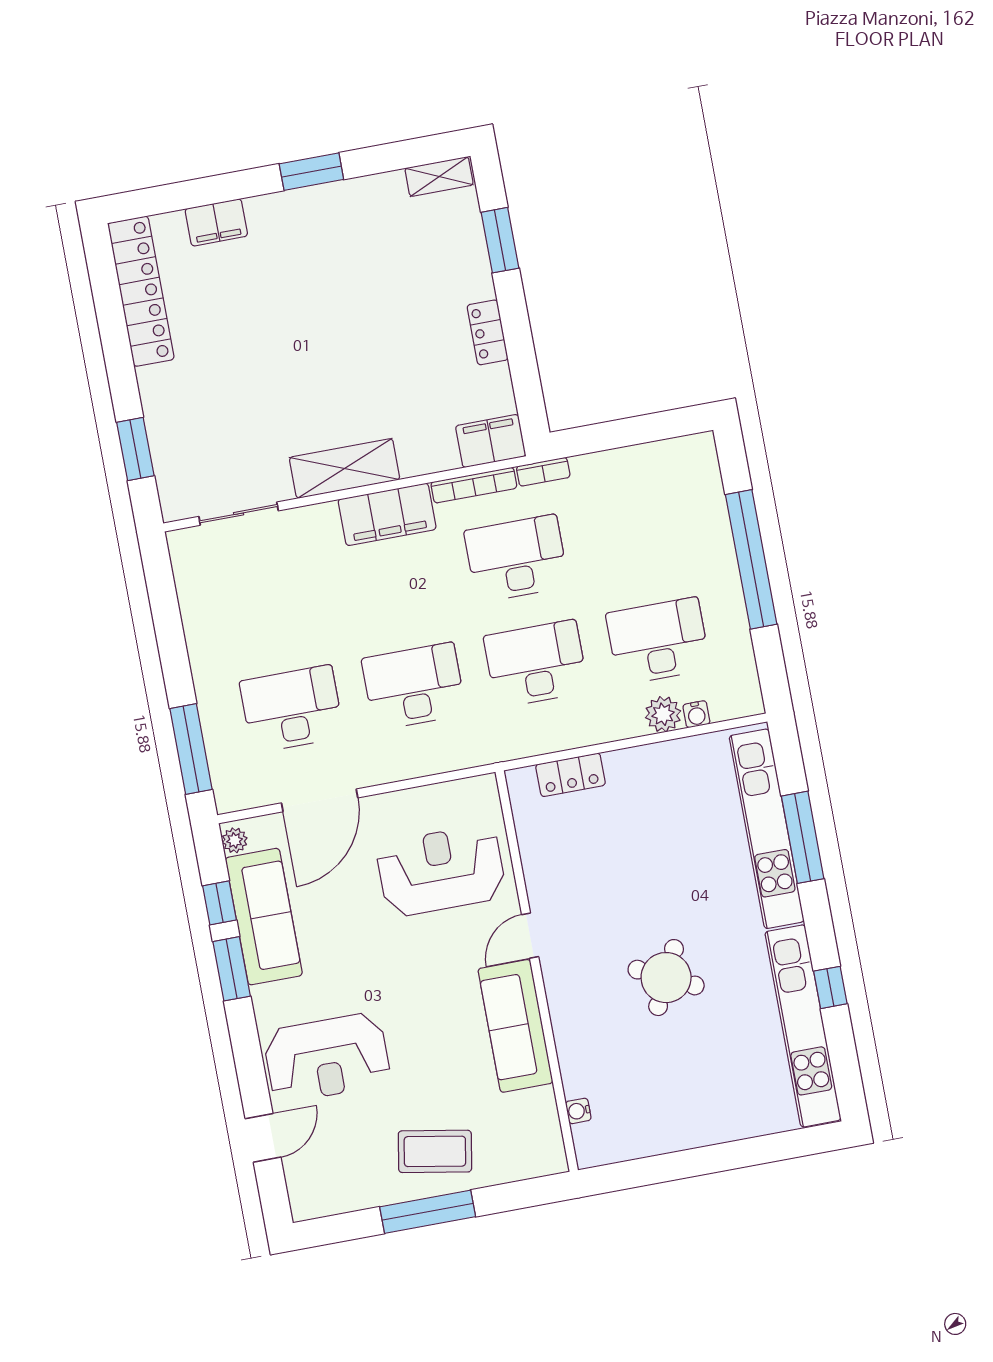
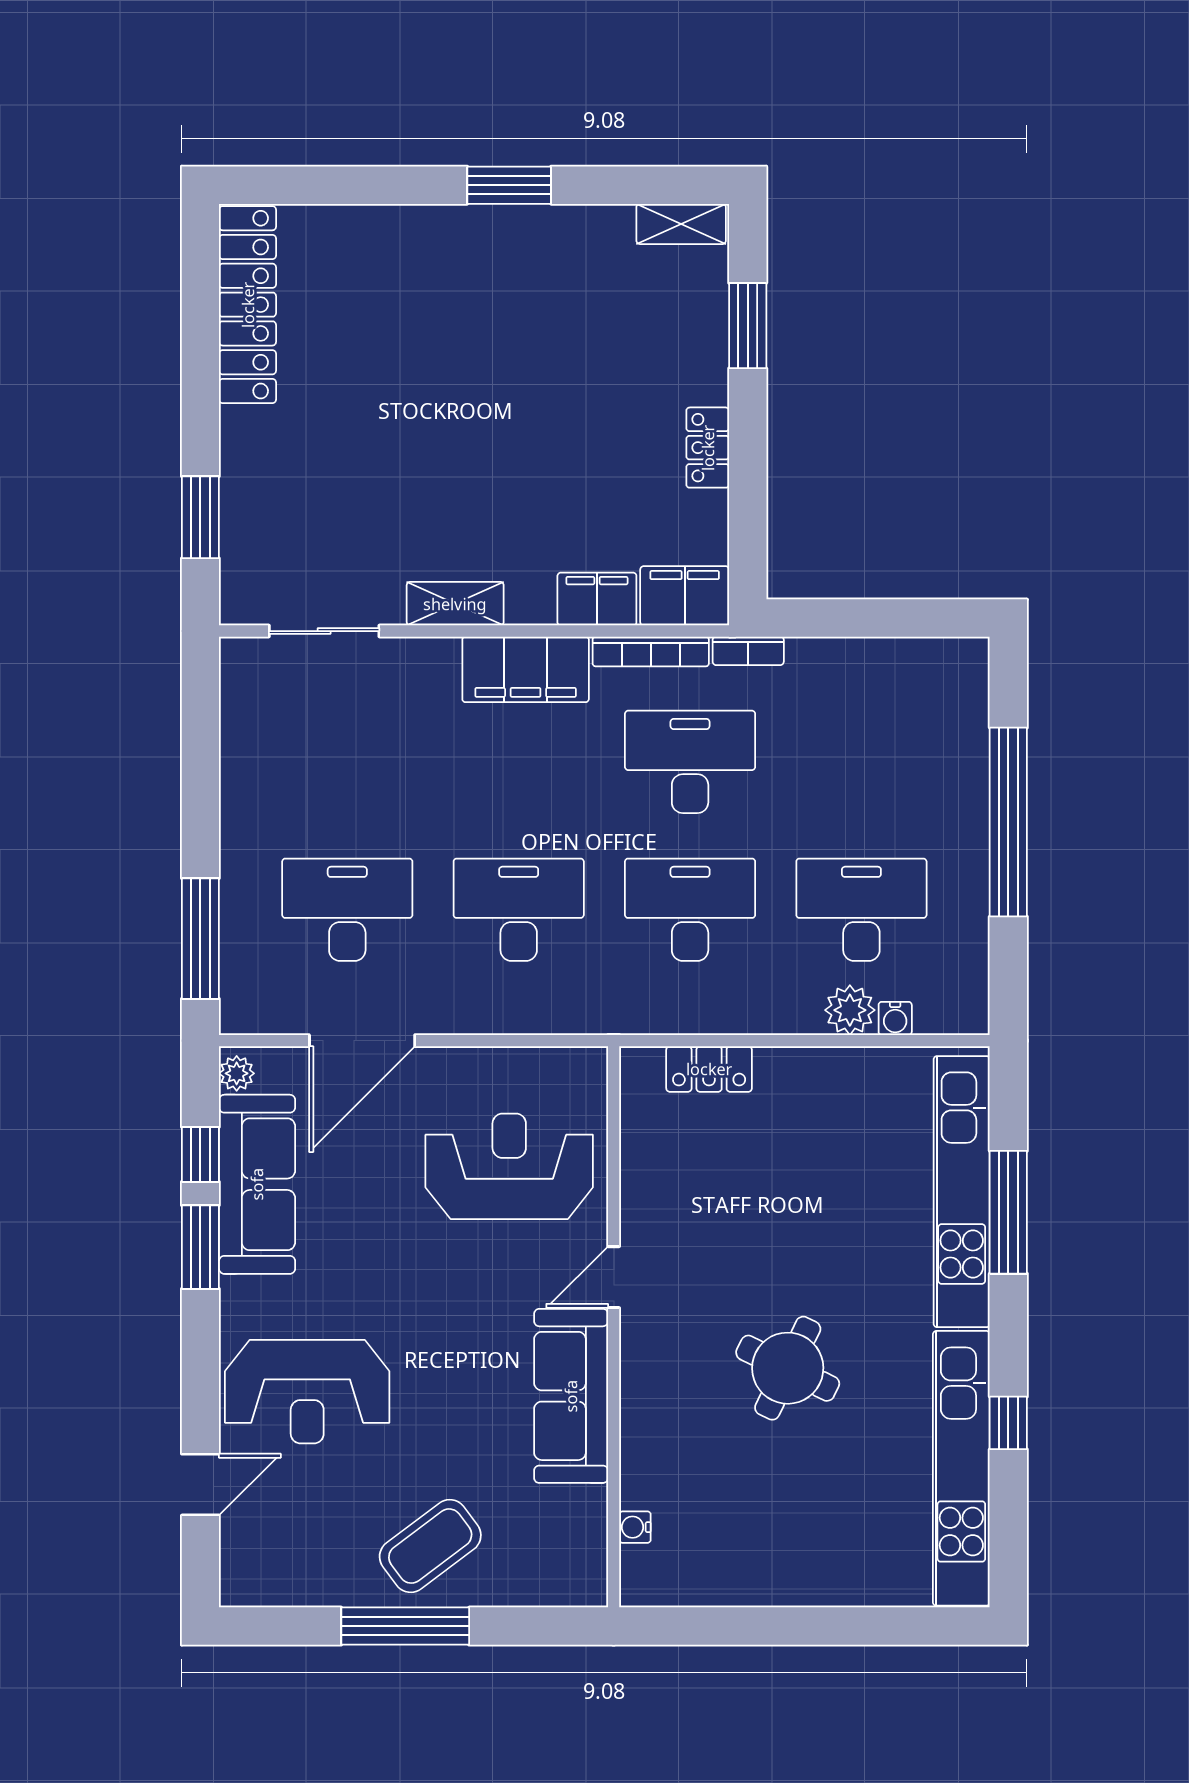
filing cabinet: (216, 222) -> (597, 599), moved, turned 180
shelving: (345, 468) -> (455, 604), width x0.67, depth x0.75
coffee table: (435, 1151) -> (430, 1546), turned -47

